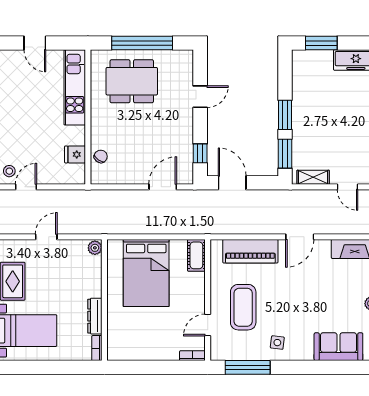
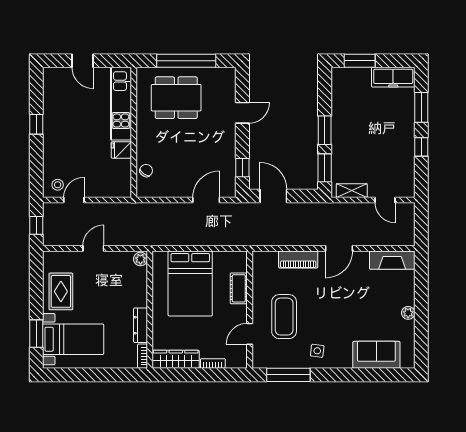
fridge: (75, 154) -> (121, 150), moved
piano: (250, 251) -> (298, 260), width x0.73, depth x0.75
cot: (196, 255) -> (239, 288), moved
wardrobe: (131, 351) -> (176, 359), added
bookcase: (192, 356) -> (213, 363), moved

